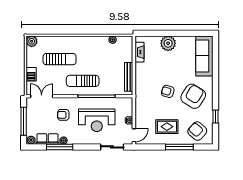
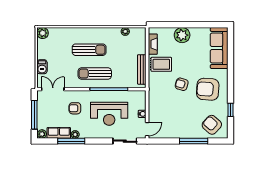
sun lounger: (60, 59) -> (89, 50), moved
armchair: (193, 96) -> (208, 89), turned -118
rug: (167, 127) -> (161, 64), moved

